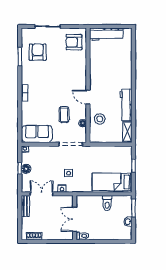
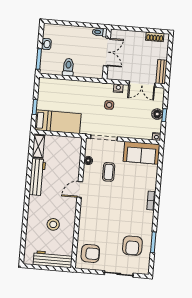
door: (88, 97) -> (80, 189), swing flipped
stool: (100, 119) -> (53, 224), moved
bed: (112, 182) -> (58, 122), moved

